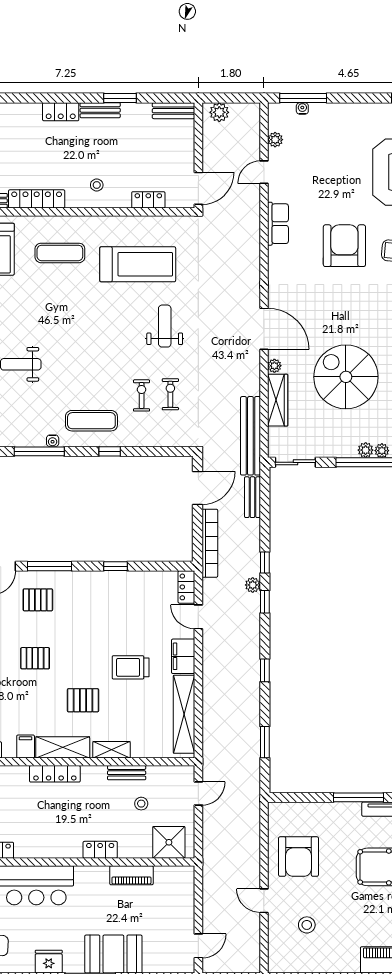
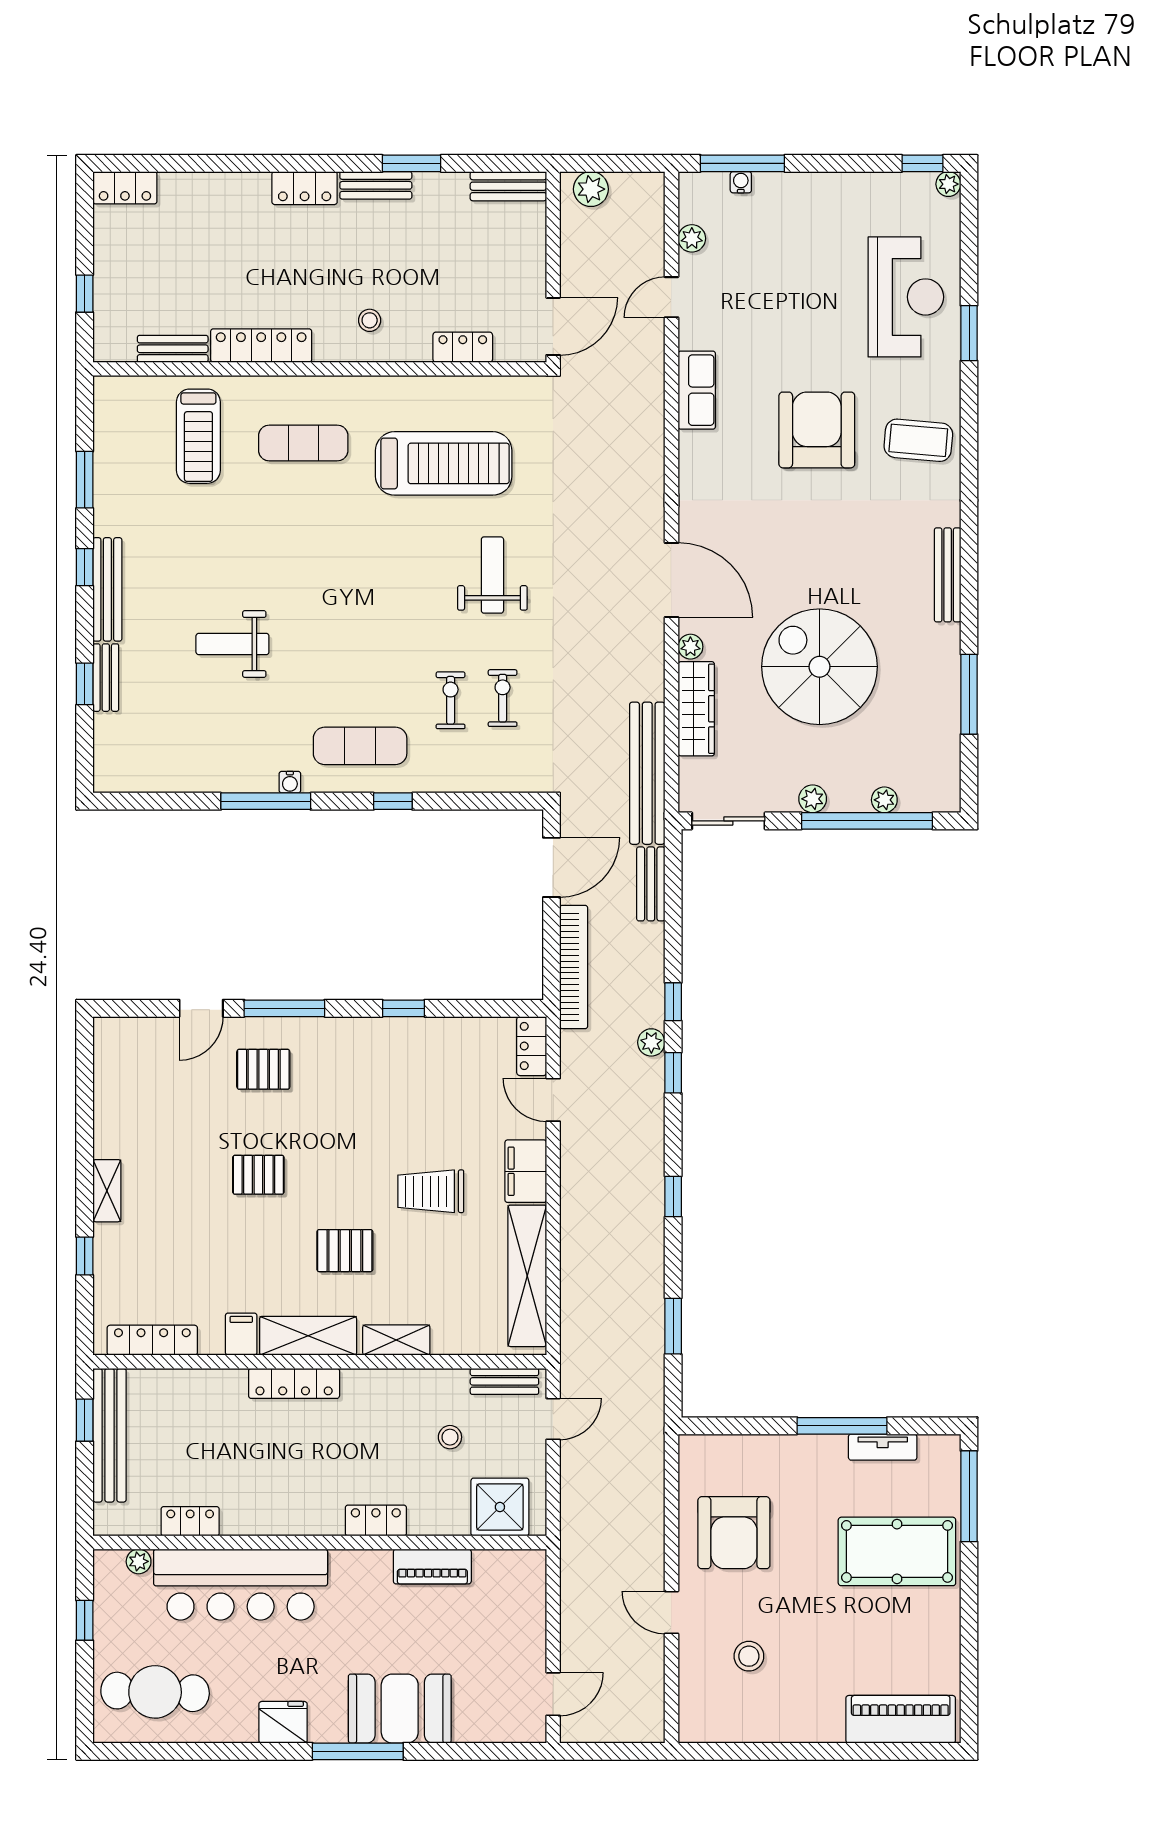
plant: (366, 450) -> (813, 799), moved
bench: (127, 773) -> (504, 1381), moved

